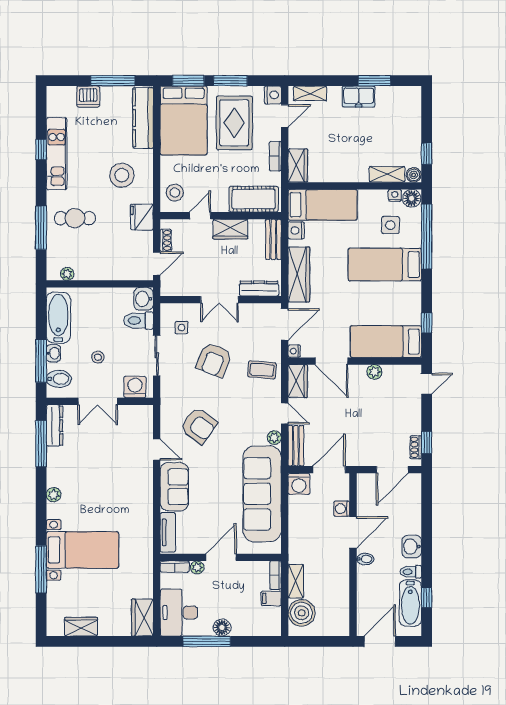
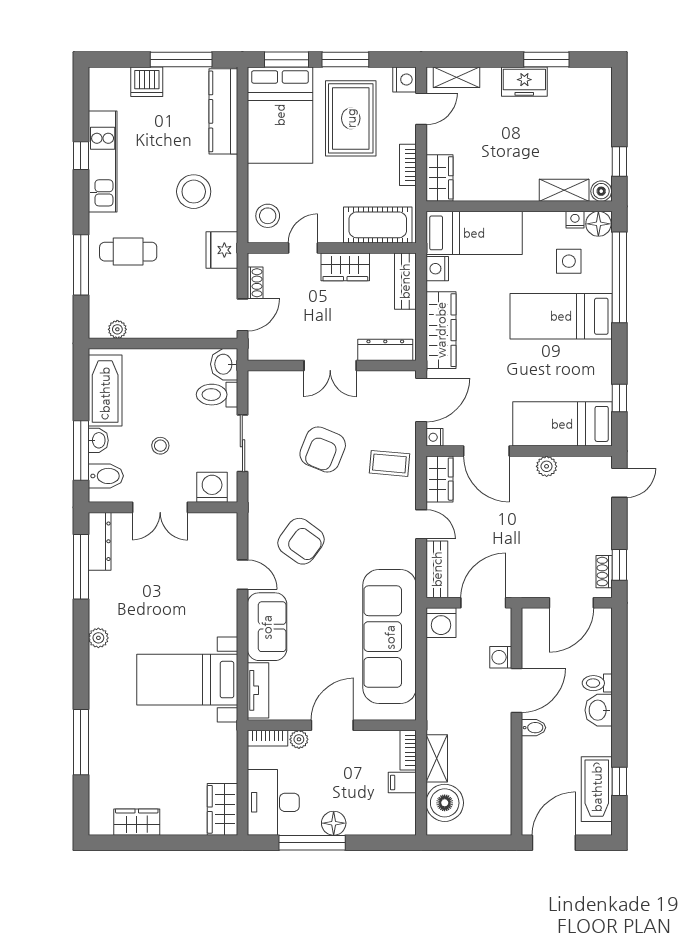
side table: (182, 328) -> (277, 404), removed
plant: (274, 437) -> (407, 558), removed
bed with nightstands: (82, 550) -> (187, 680), moved, turned 180
toilet: (411, 572) -> (597, 683), moved

